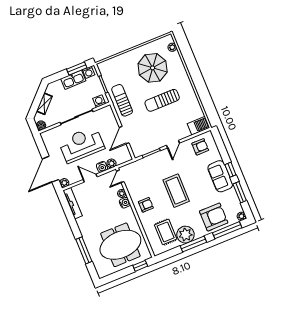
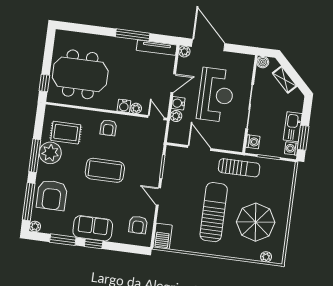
sun lounger: (162, 100) -> (214, 212), width x1.36, depth x1.34
meeting table: (120, 245) -> (80, 74), turned 90
window: (84, 250) -> (133, 35), moved

